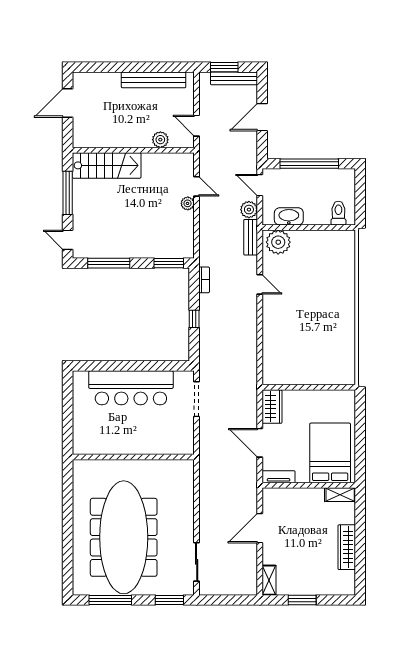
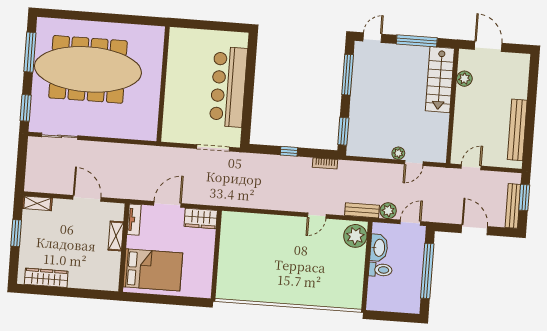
door: (68, 103) -> (488, 46), moved
plant: (160, 140) -> (464, 79), moved
toilet: (338, 213) -> (380, 270), moved
shelving: (340, 495) -> (116, 236), moved
wardrobe: (347, 547) -> (46, 278), moved

